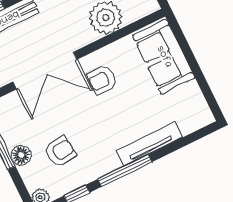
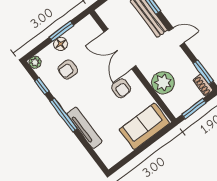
armchair: (102, 80) -> (121, 88), turned 180
armchair: (60, 152) -> (68, 69), turned 96

